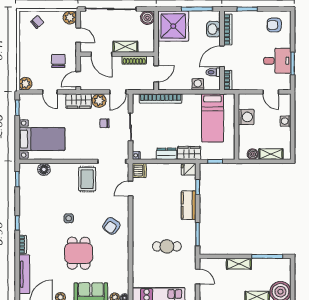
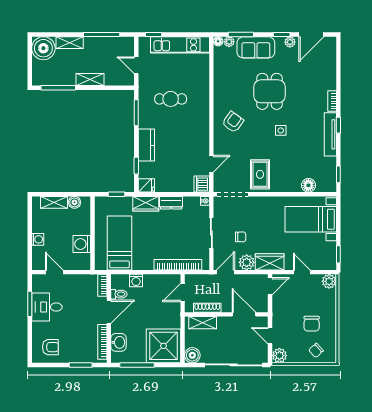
shelving: (125, 47) -> (203, 323), moved
chair: (58, 61) -> (312, 324), moved
tv unit: (24, 274) -> (330, 134), moved

